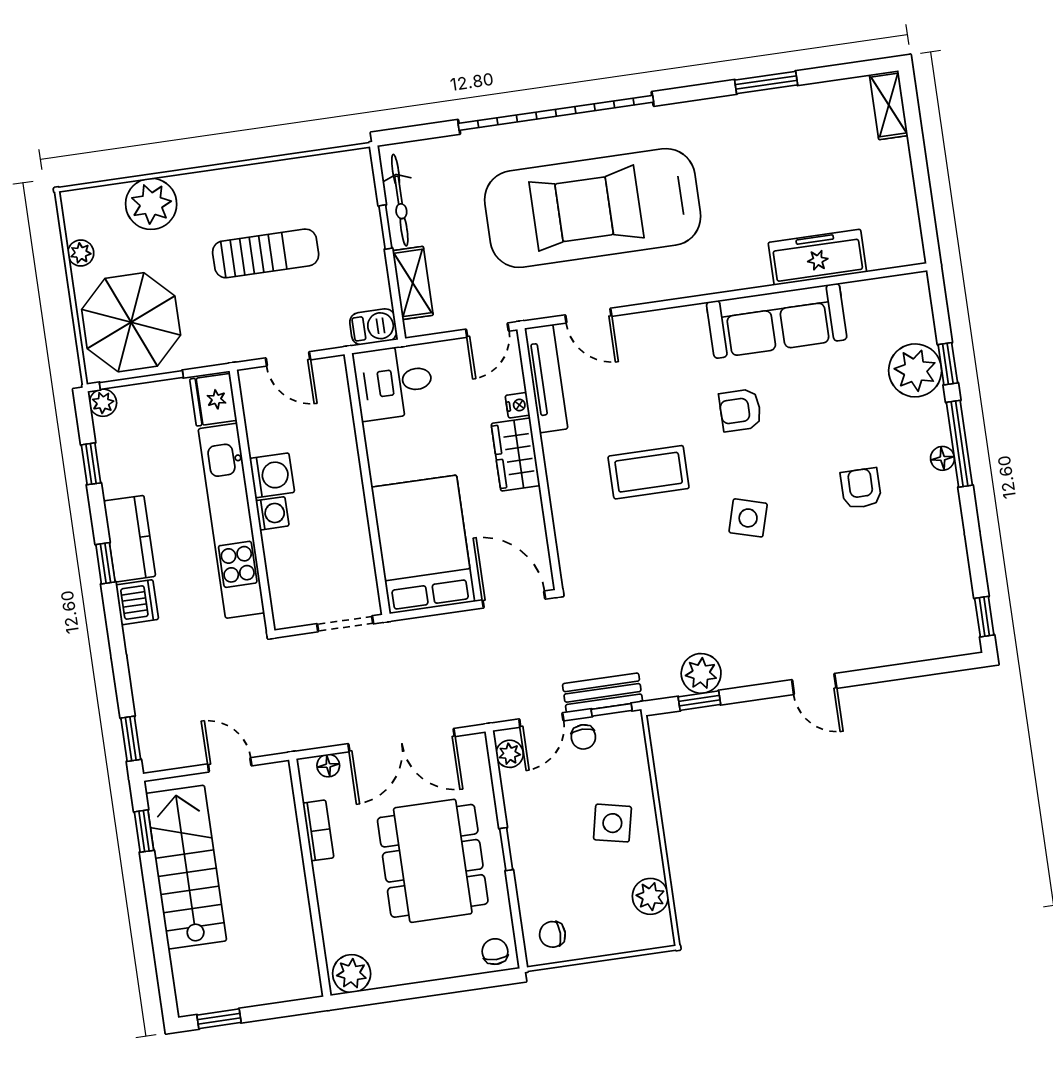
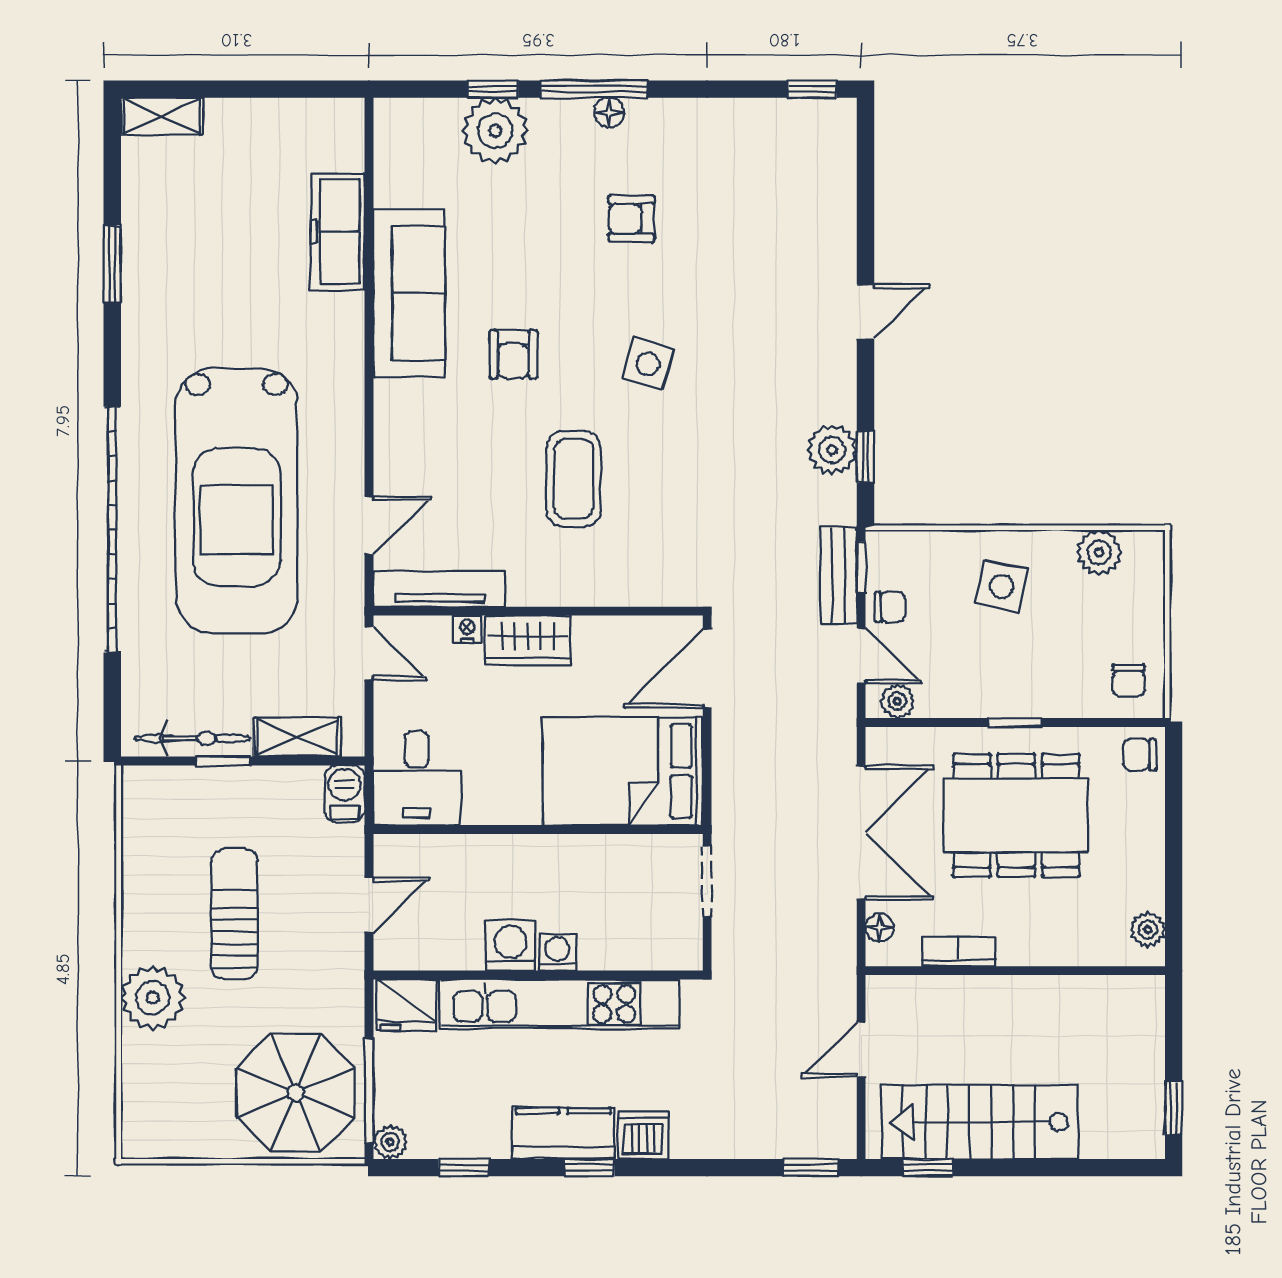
plant: (151, 204) -> (153, 998), moved
plant: (81, 253) -> (201, 1143), removed
plant: (352, 974) -> (1148, 930), width x0.73, depth x0.73

